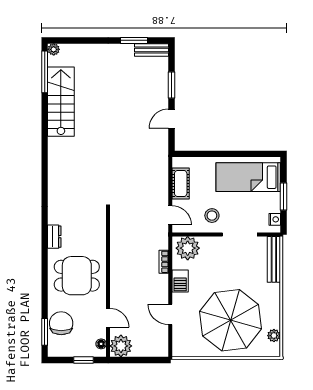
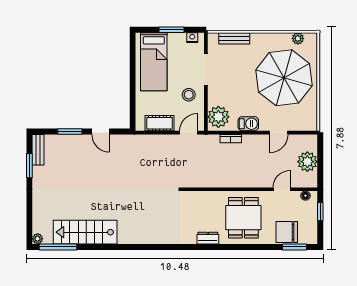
bench: (274, 259) -> (234, 38), width x0.73
plant: (121, 346) -> (307, 162), moved

